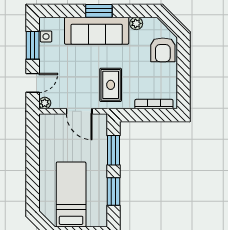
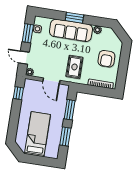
armchair: (163, 50) -> (106, 59), moved
door: (33, 83) -> (24, 58), swing flipped
window: (33, 137) -> (18, 93), added

